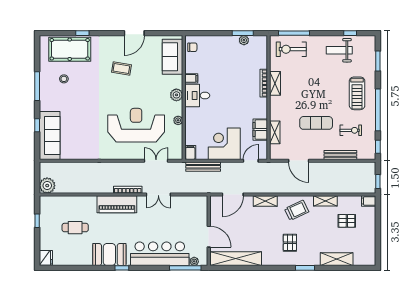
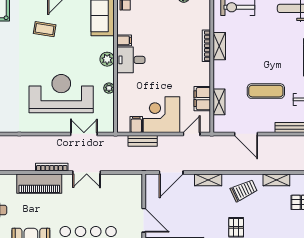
filing cabinet: (190, 152) -> (136, 125), moved
bench: (203, 167) -> (143, 141), width x0.73

